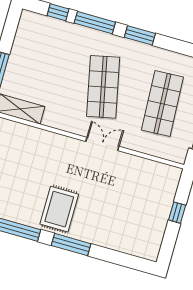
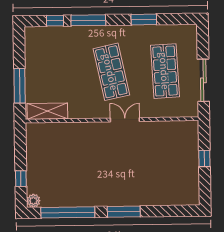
window: (140, 35) -> (144, 20), moved
rug: (59, 209) -> (105, 185), removed

